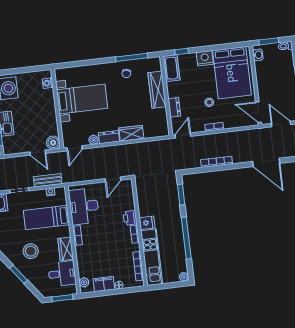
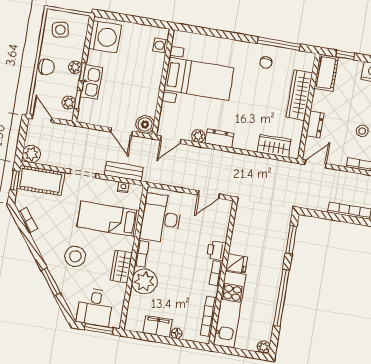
wardrobe: (131, 133) -> (274, 146), moved
desk: (62, 274) -> (95, 307), moved, turned 90
plant: (84, 282) -> (144, 281), moved, width x1.87, depth x1.87

